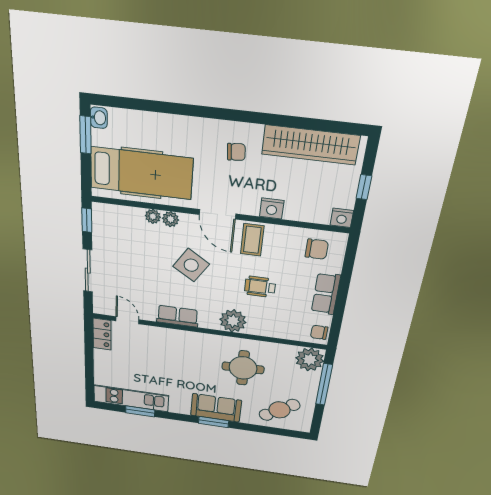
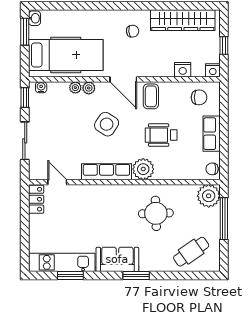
nightstand: (272, 208) -> (183, 70), moved
water cooler: (108, 210) -> (41, 87), added
wheelchair: (260, 287) -> (161, 135), width x1.36, depth x1.37
row of seats: (178, 316) -> (106, 172), width x1.48
sofa: (216, 408) -> (117, 259), moved

